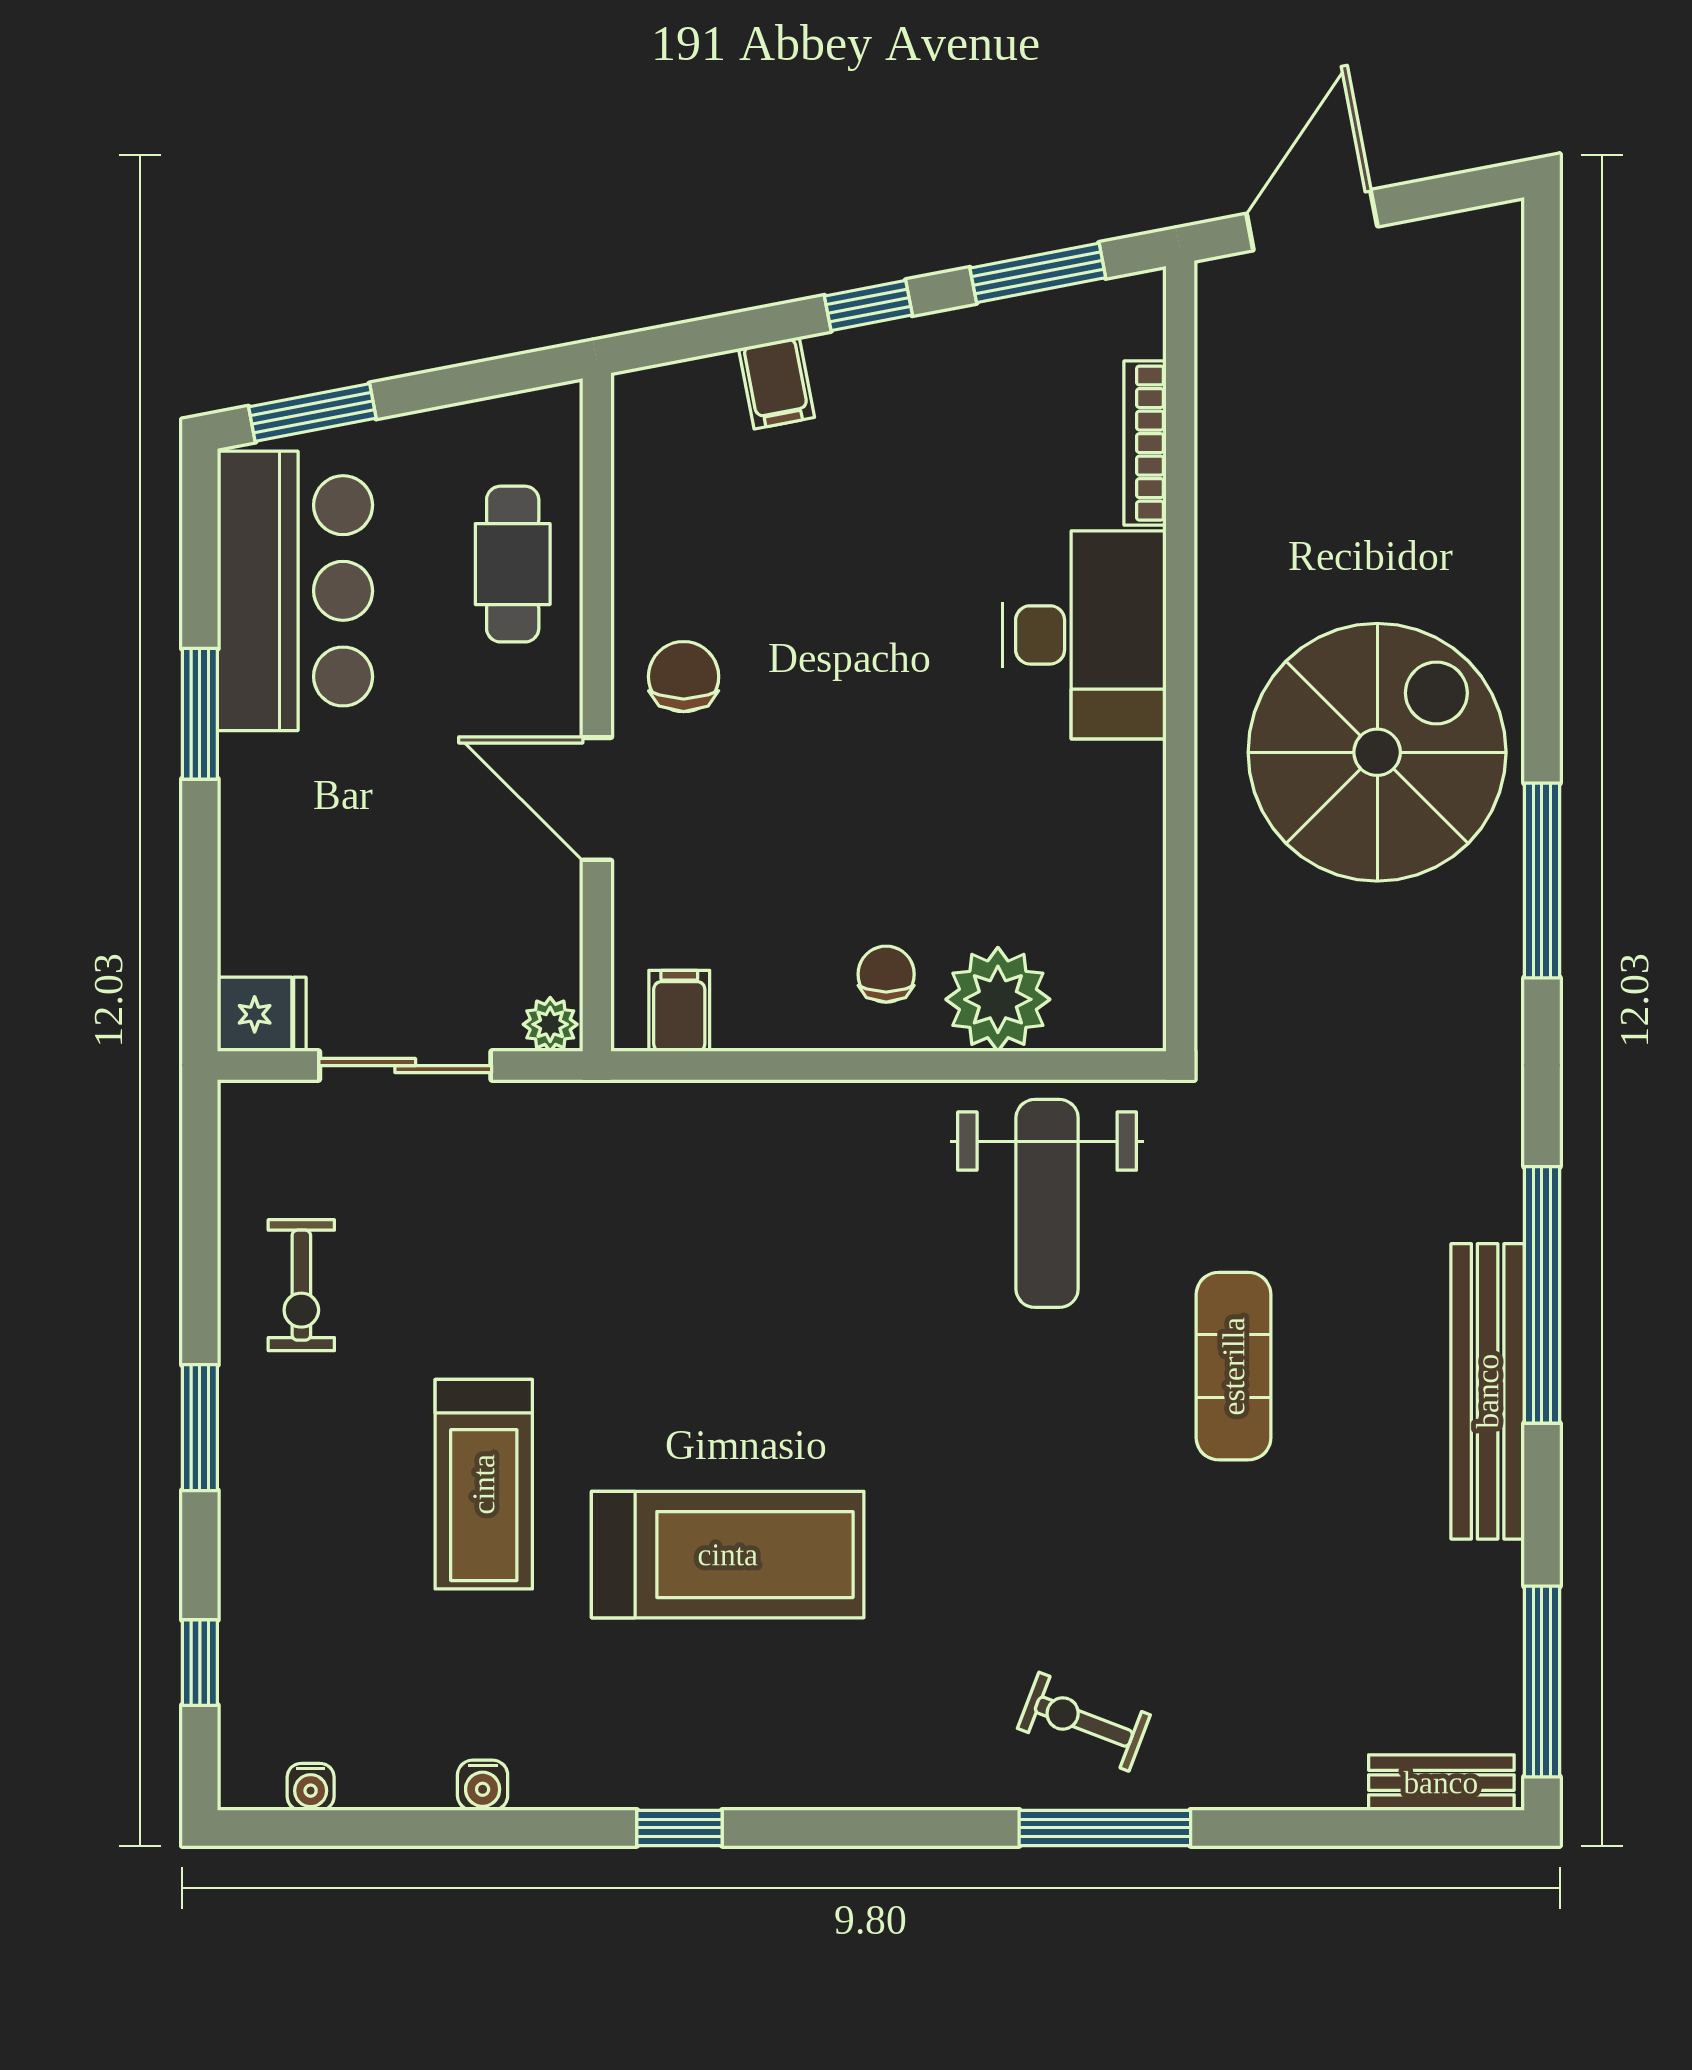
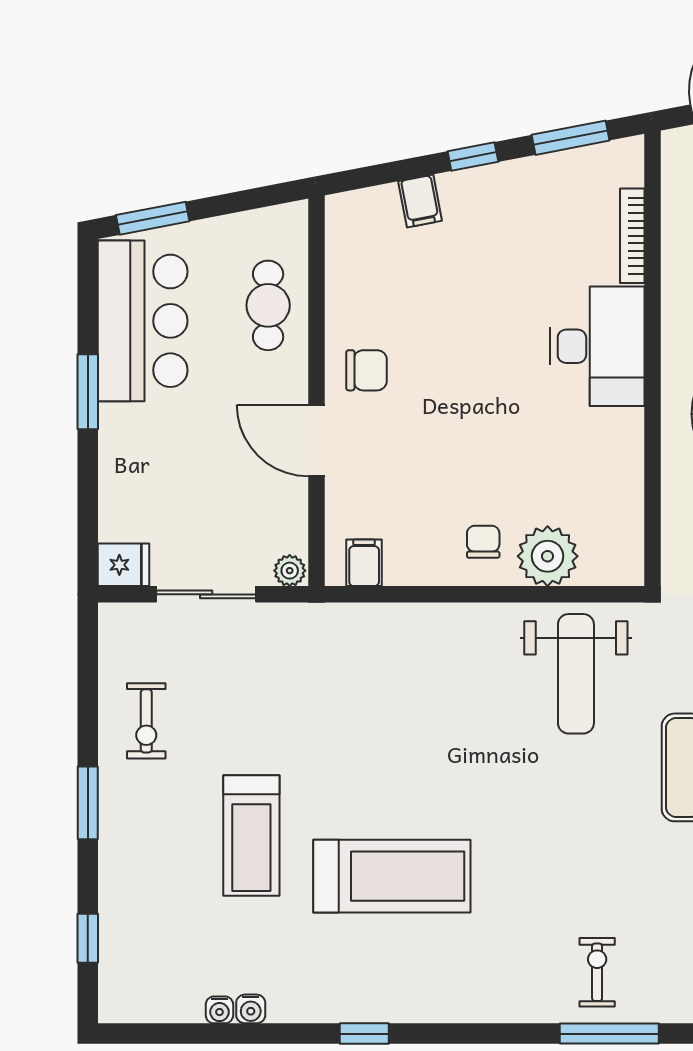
chair: (684, 677) -> (367, 370), turned 90
exercise bike: (1084, 1722) -> (597, 972), turned 69
water cooler: (311, 1787) -> (219, 1010), moved

